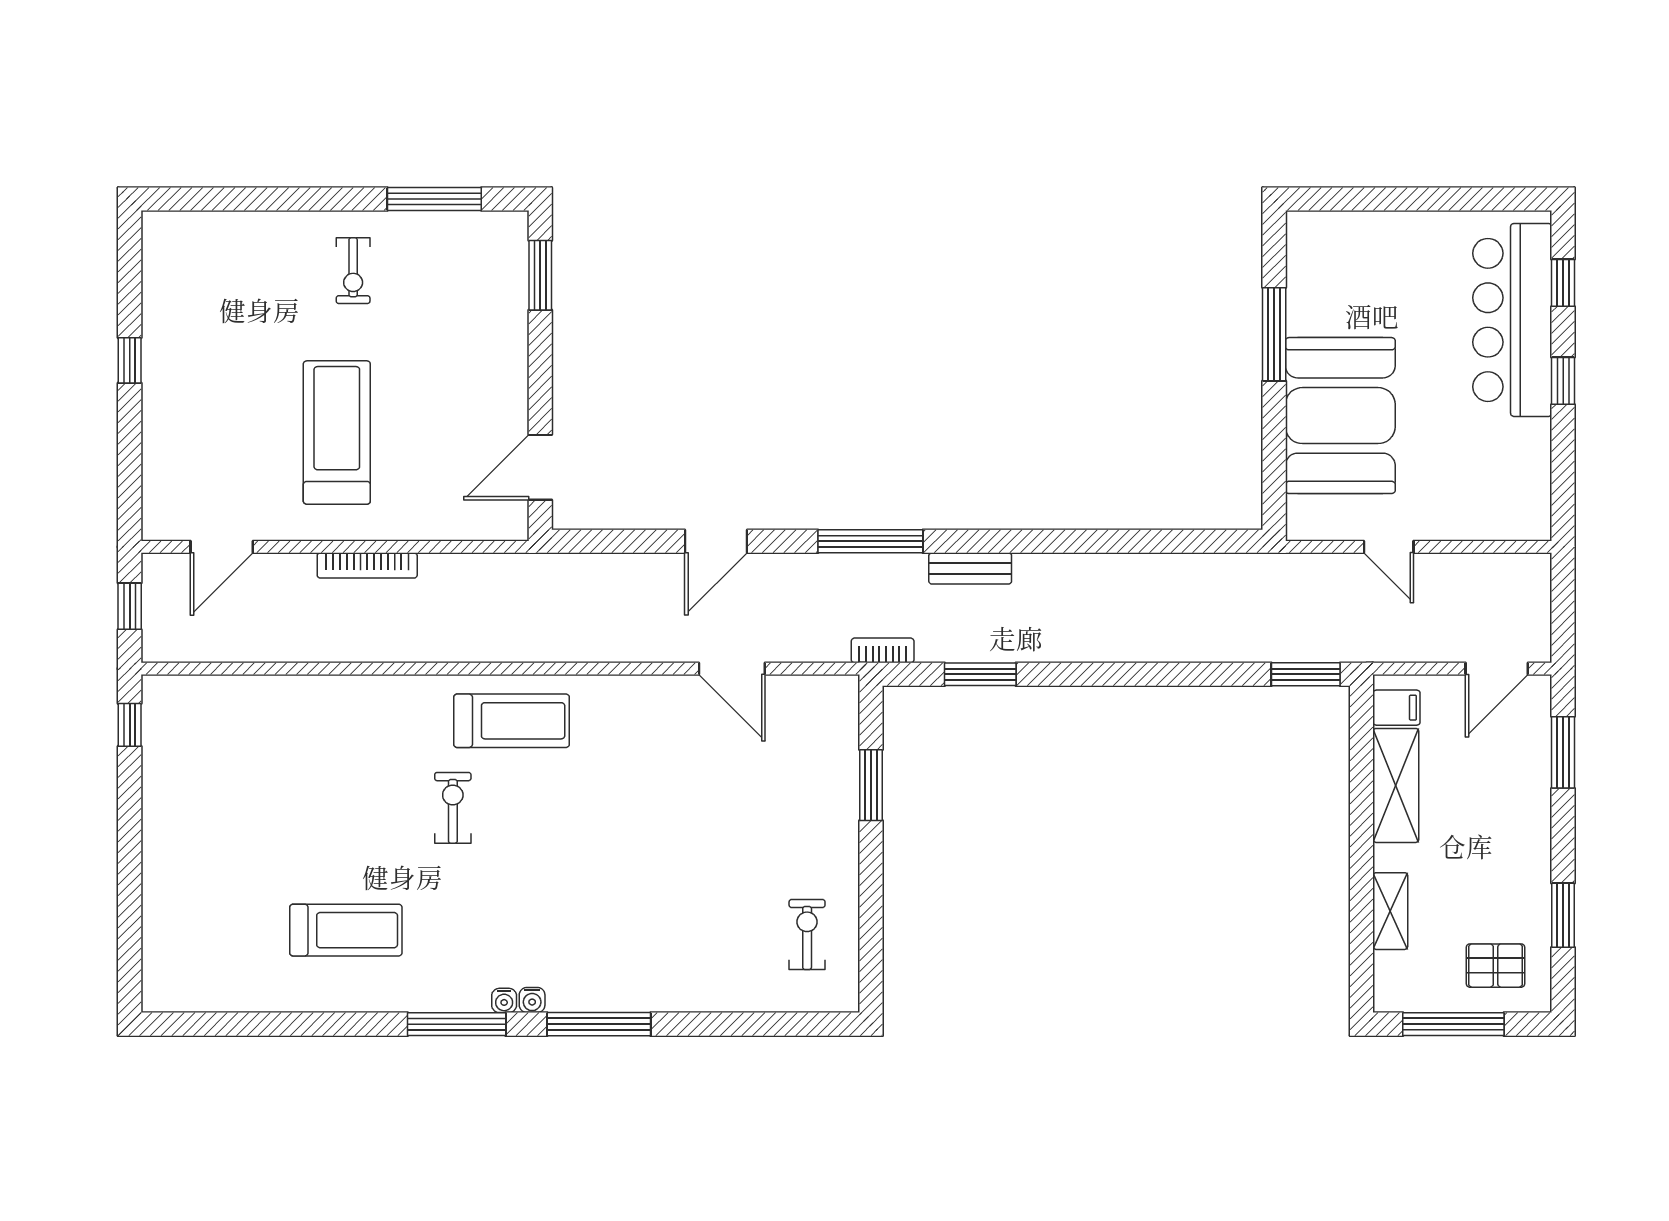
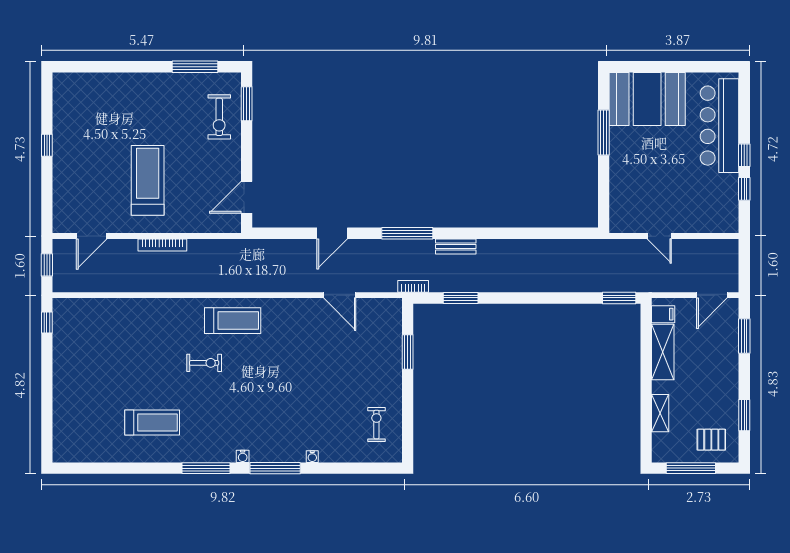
exercise bike: (353, 271) -> (219, 117), moved, width x1.38, depth x1.39
window: (1563, 283) -> (744, 189), moved
booth: (1340, 416) -> (647, 99), moved, turned 90
exercise bike: (453, 808) -> (204, 363), turned 90
water cooler: (504, 1000) -> (312, 457), moved

